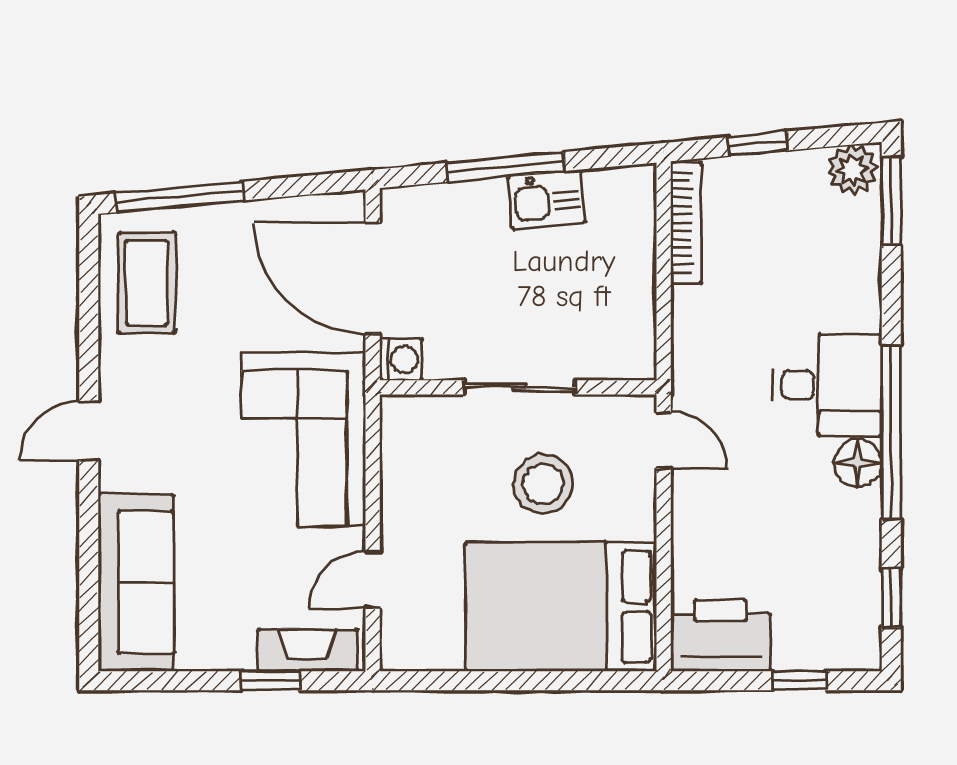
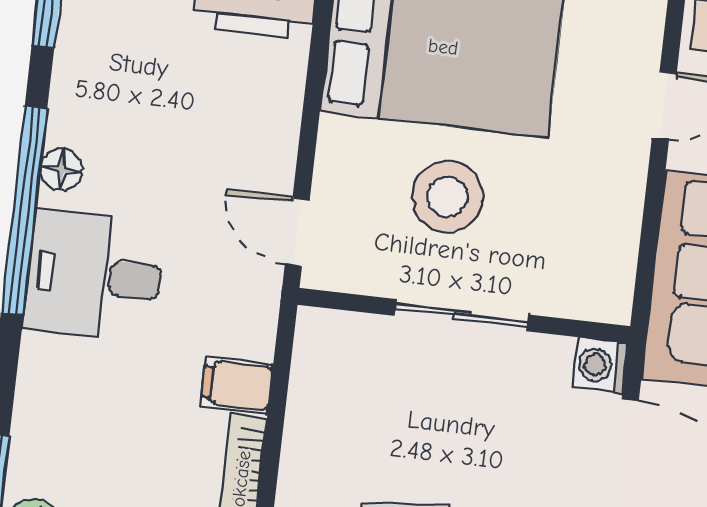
filing cabinet: (699, 308) -> (237, 385), added
floor lamp: (858, 463) -> (61, 169), width x0.73, depth x0.73

